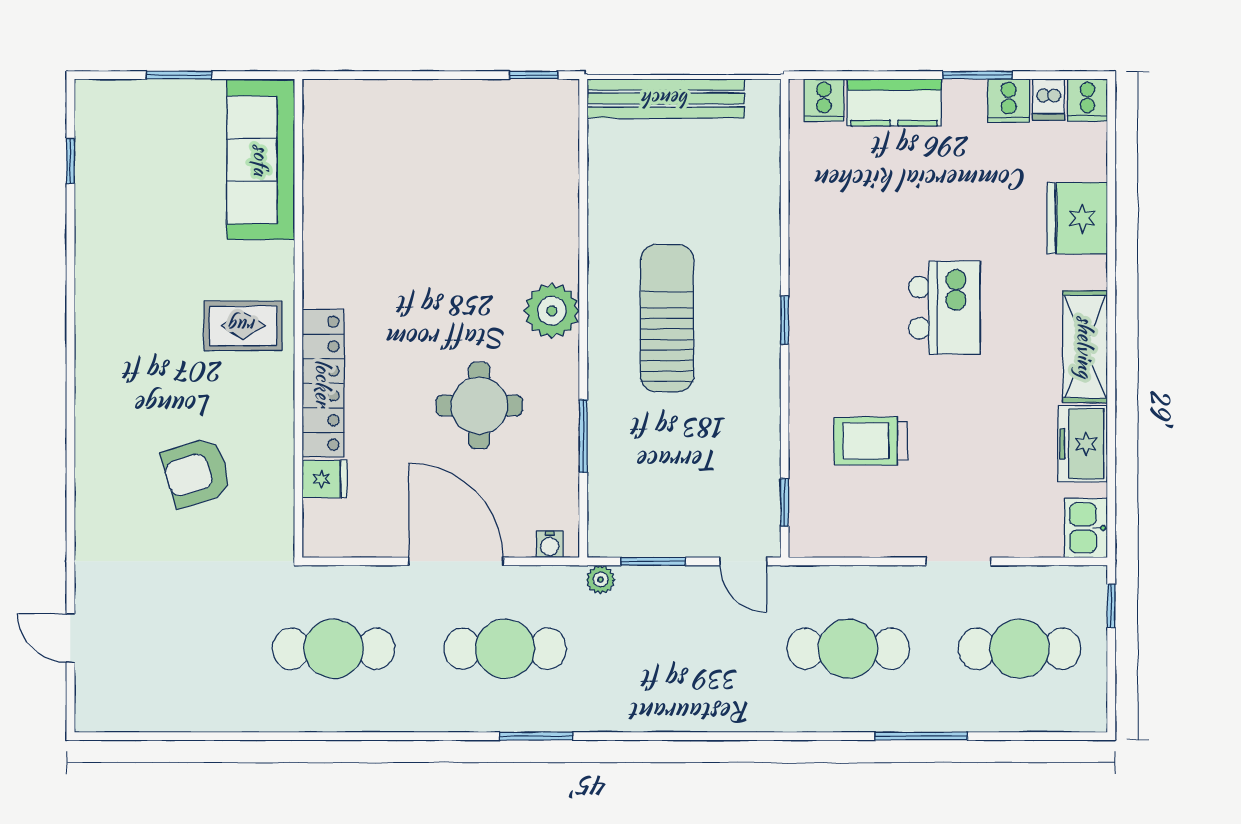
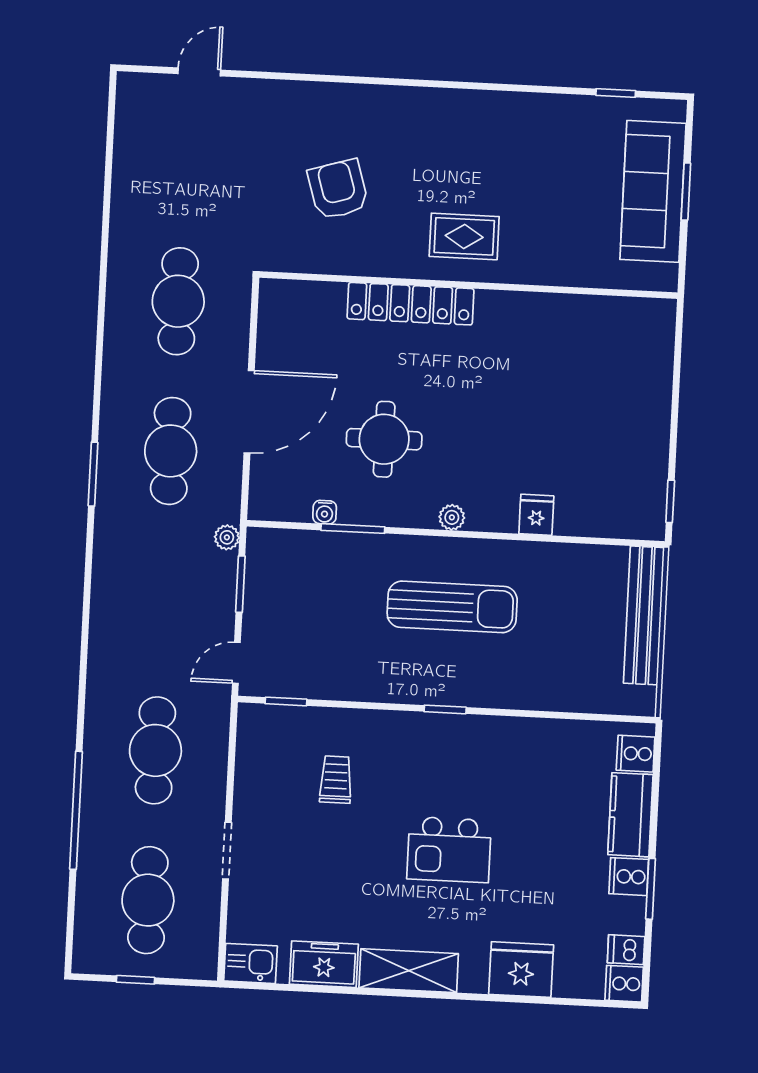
cooker: (1009, 101) -> (629, 877), moved
sofa: (261, 160) -> (653, 191), moved, turned -90
plant: (552, 311) -> (452, 517), width x0.53, depth x0.53
rug: (243, 326) -> (464, 236), turned 90
trolley: (871, 441) -> (336, 780), width x0.73, depth x0.72
fridge: (325, 479) -> (536, 515), moved, turned 180
water cooler: (550, 544) -> (325, 512), moved, turned -90
window: (1111, 606) -> (136, 980), moved
window: (921, 736) -> (76, 810), width x1.46

